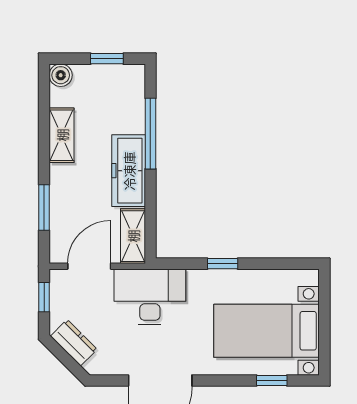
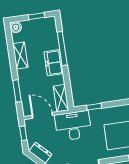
freezer: (129, 171) -> (54, 63), width x0.71
window: (223, 264) -> (94, 107), moved
door: (89, 266) -> (42, 115), hinge flipped

